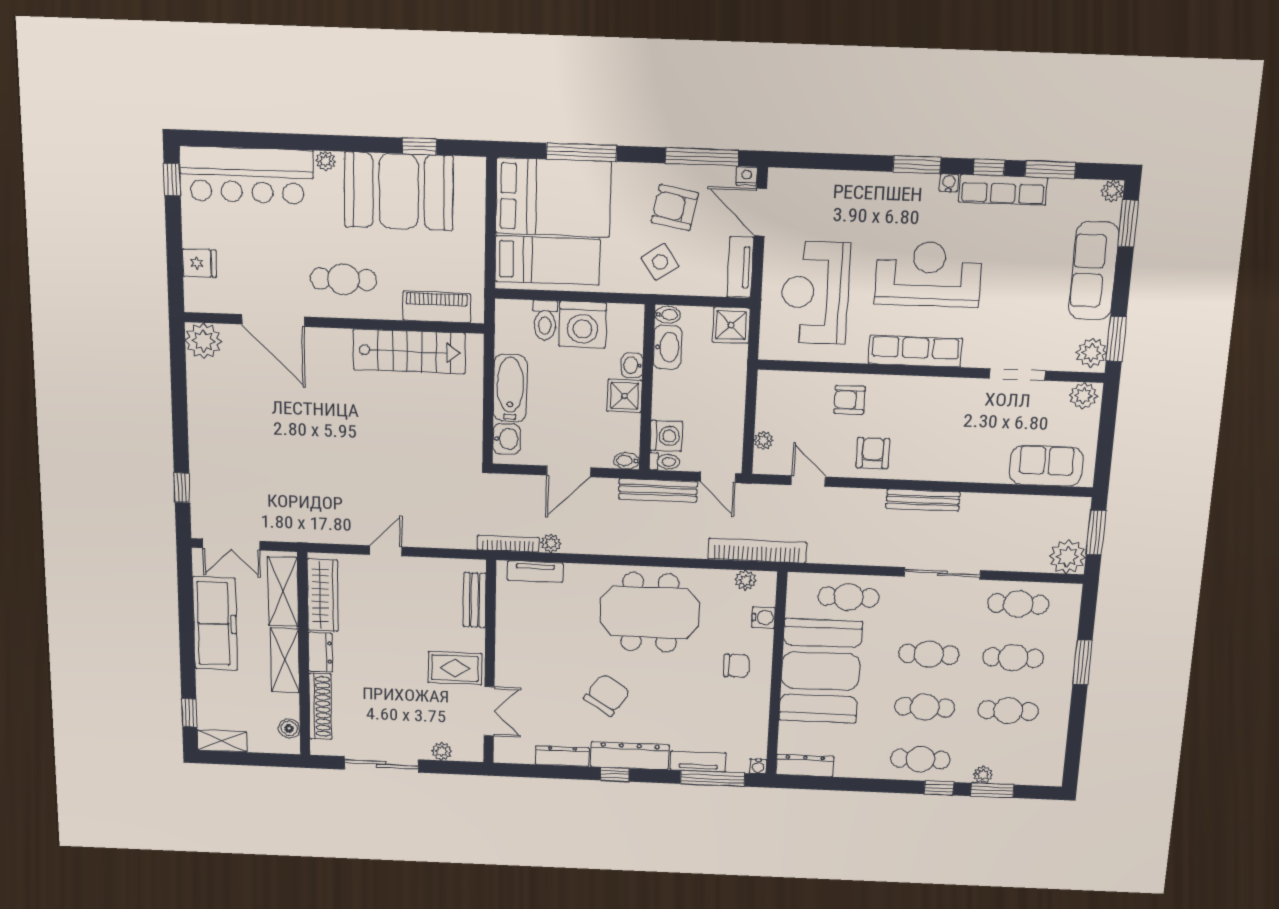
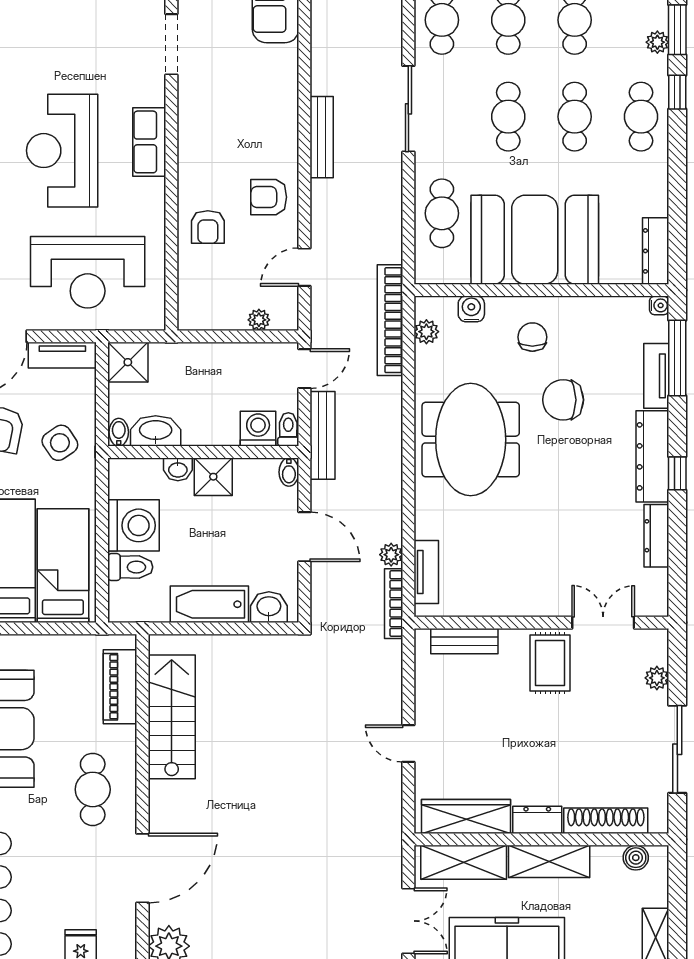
row of seats: (915, 351) -> (149, 142), width x0.68
chair: (607, 695) -> (563, 400), moved, turned -34

